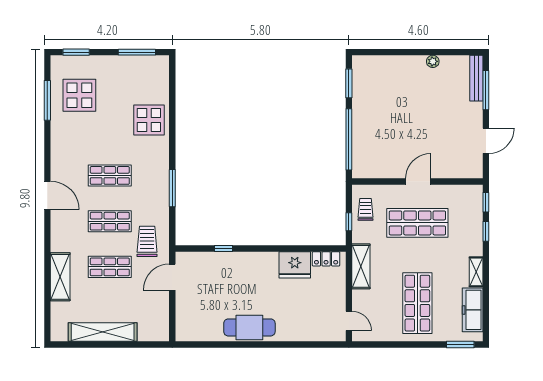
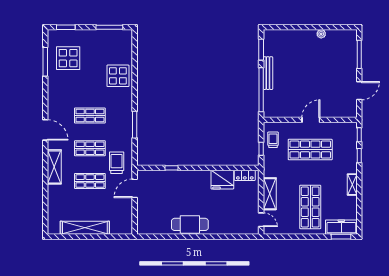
bench: (476, 78) -> (268, 73), moved
shelving: (361, 266) -> (270, 194), moved
shelving: (60, 277) -> (54, 167), moved
freezer: (473, 310) -> (341, 227), moved, turned 90

